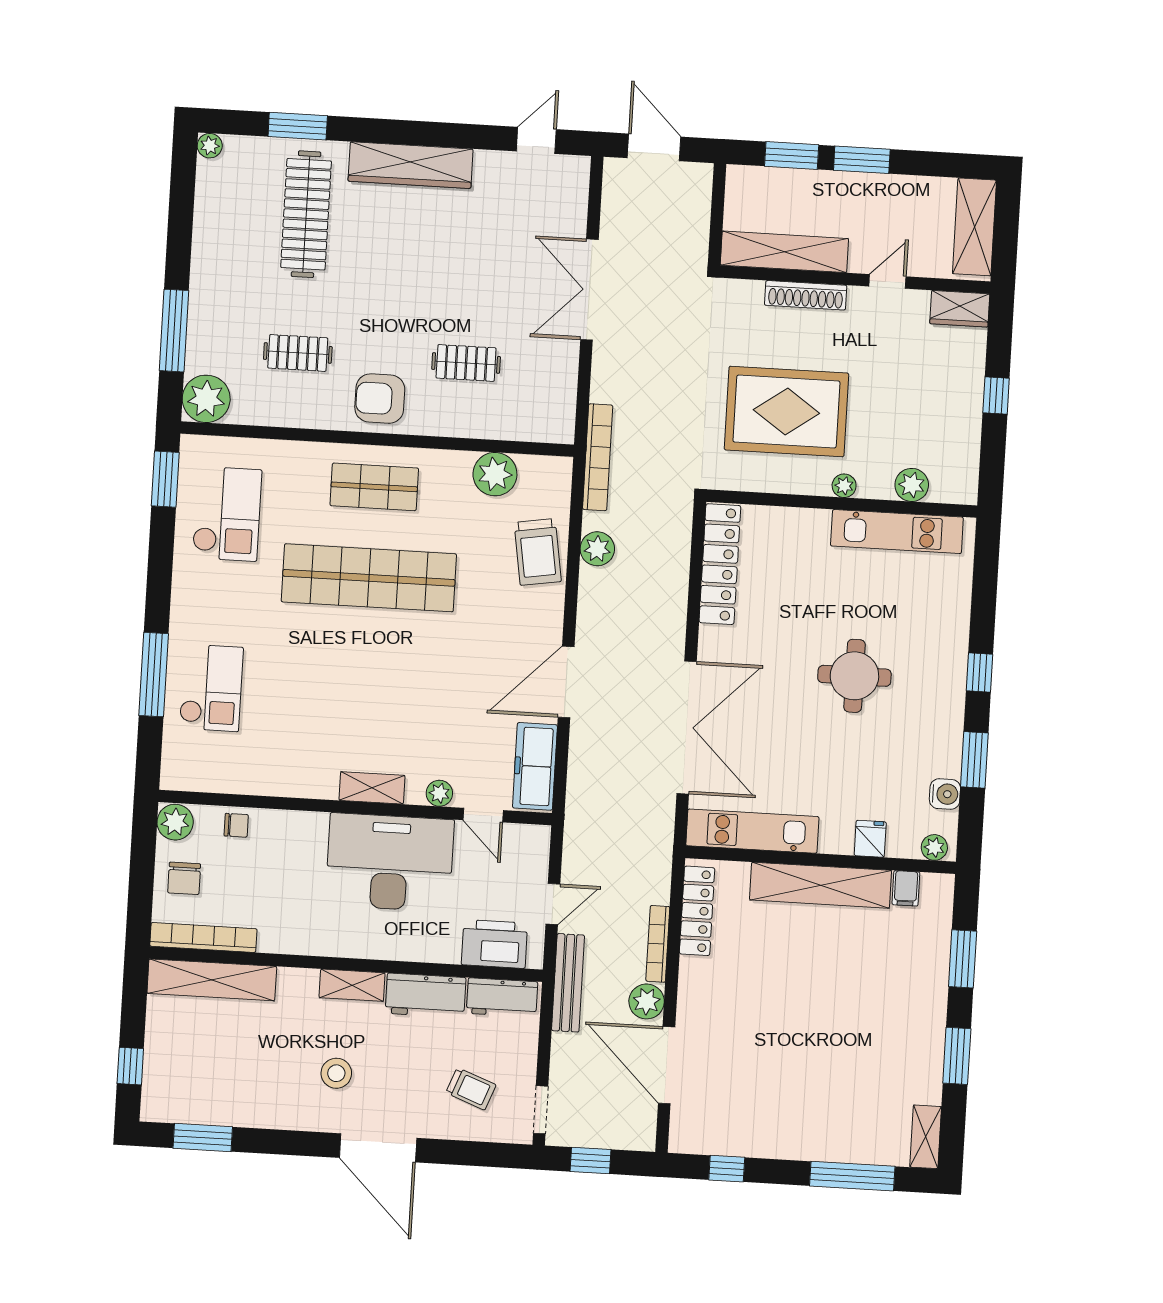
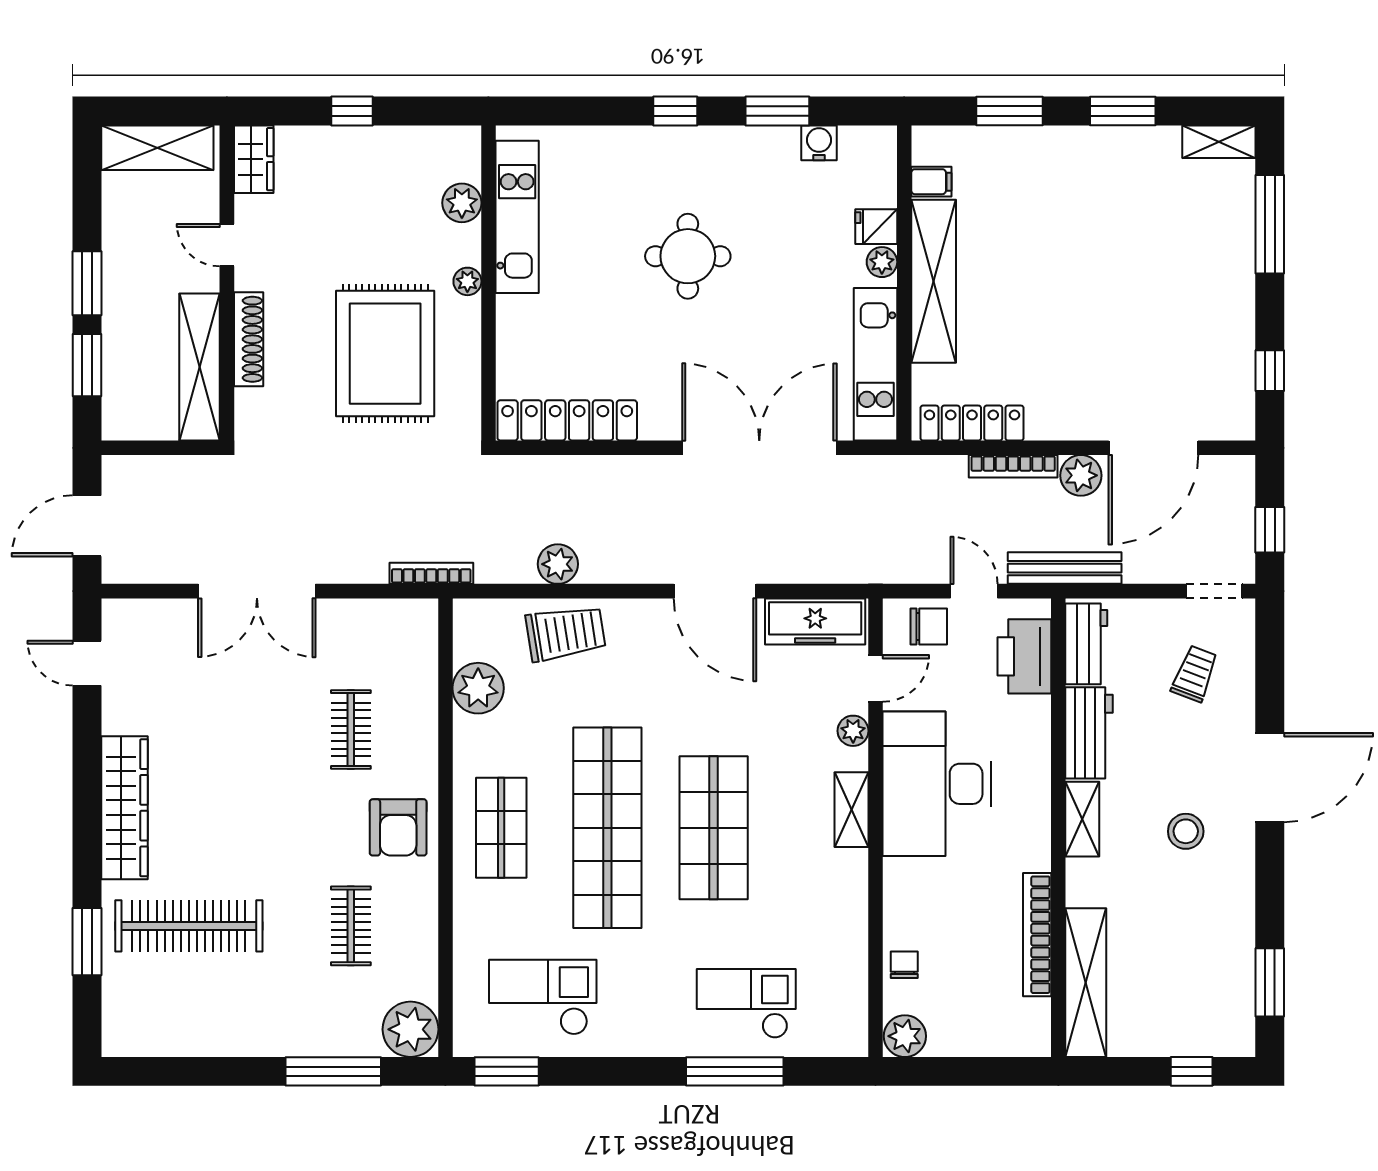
plant: (210, 146) -> (116, 1043), removed
bookcase: (598, 457) -> (431, 573), width x0.68, depth x0.76
shop shelf: (363, 669) -> (714, 828), added
plant: (934, 847) -> (882, 262), moved
chair: (184, 878) -> (929, 626), moved
bookcase: (203, 937) -> (1037, 935), moved

